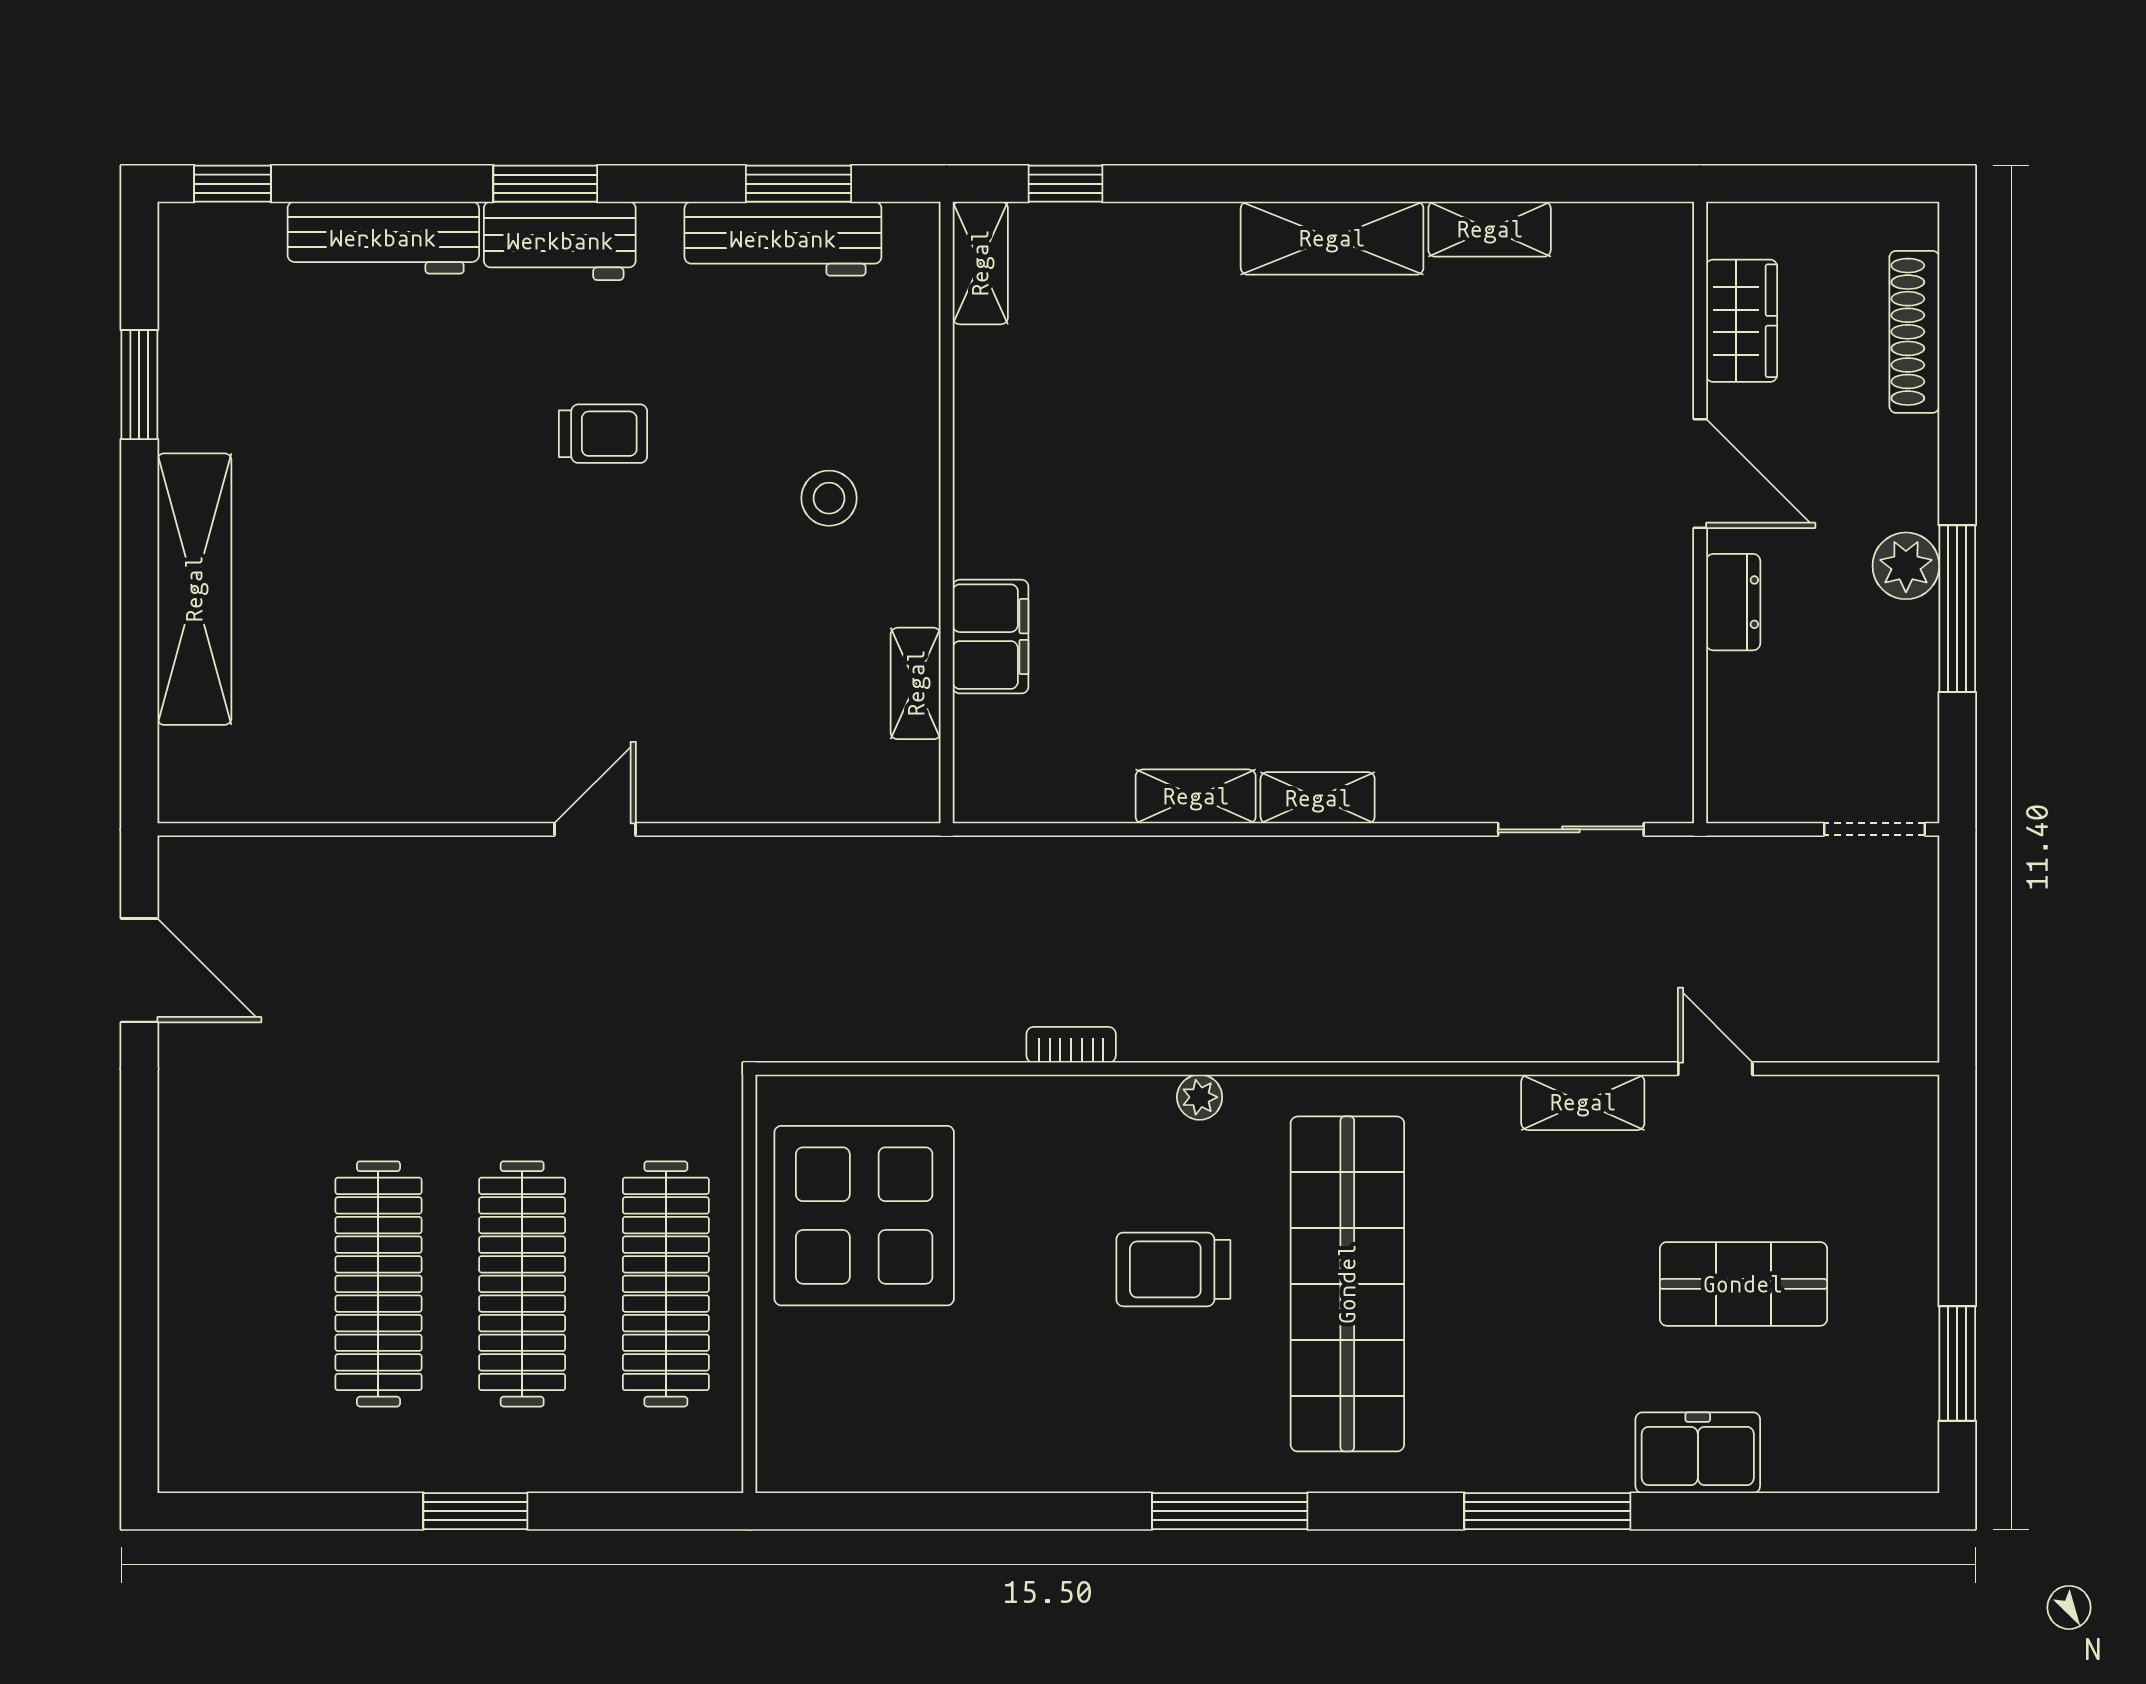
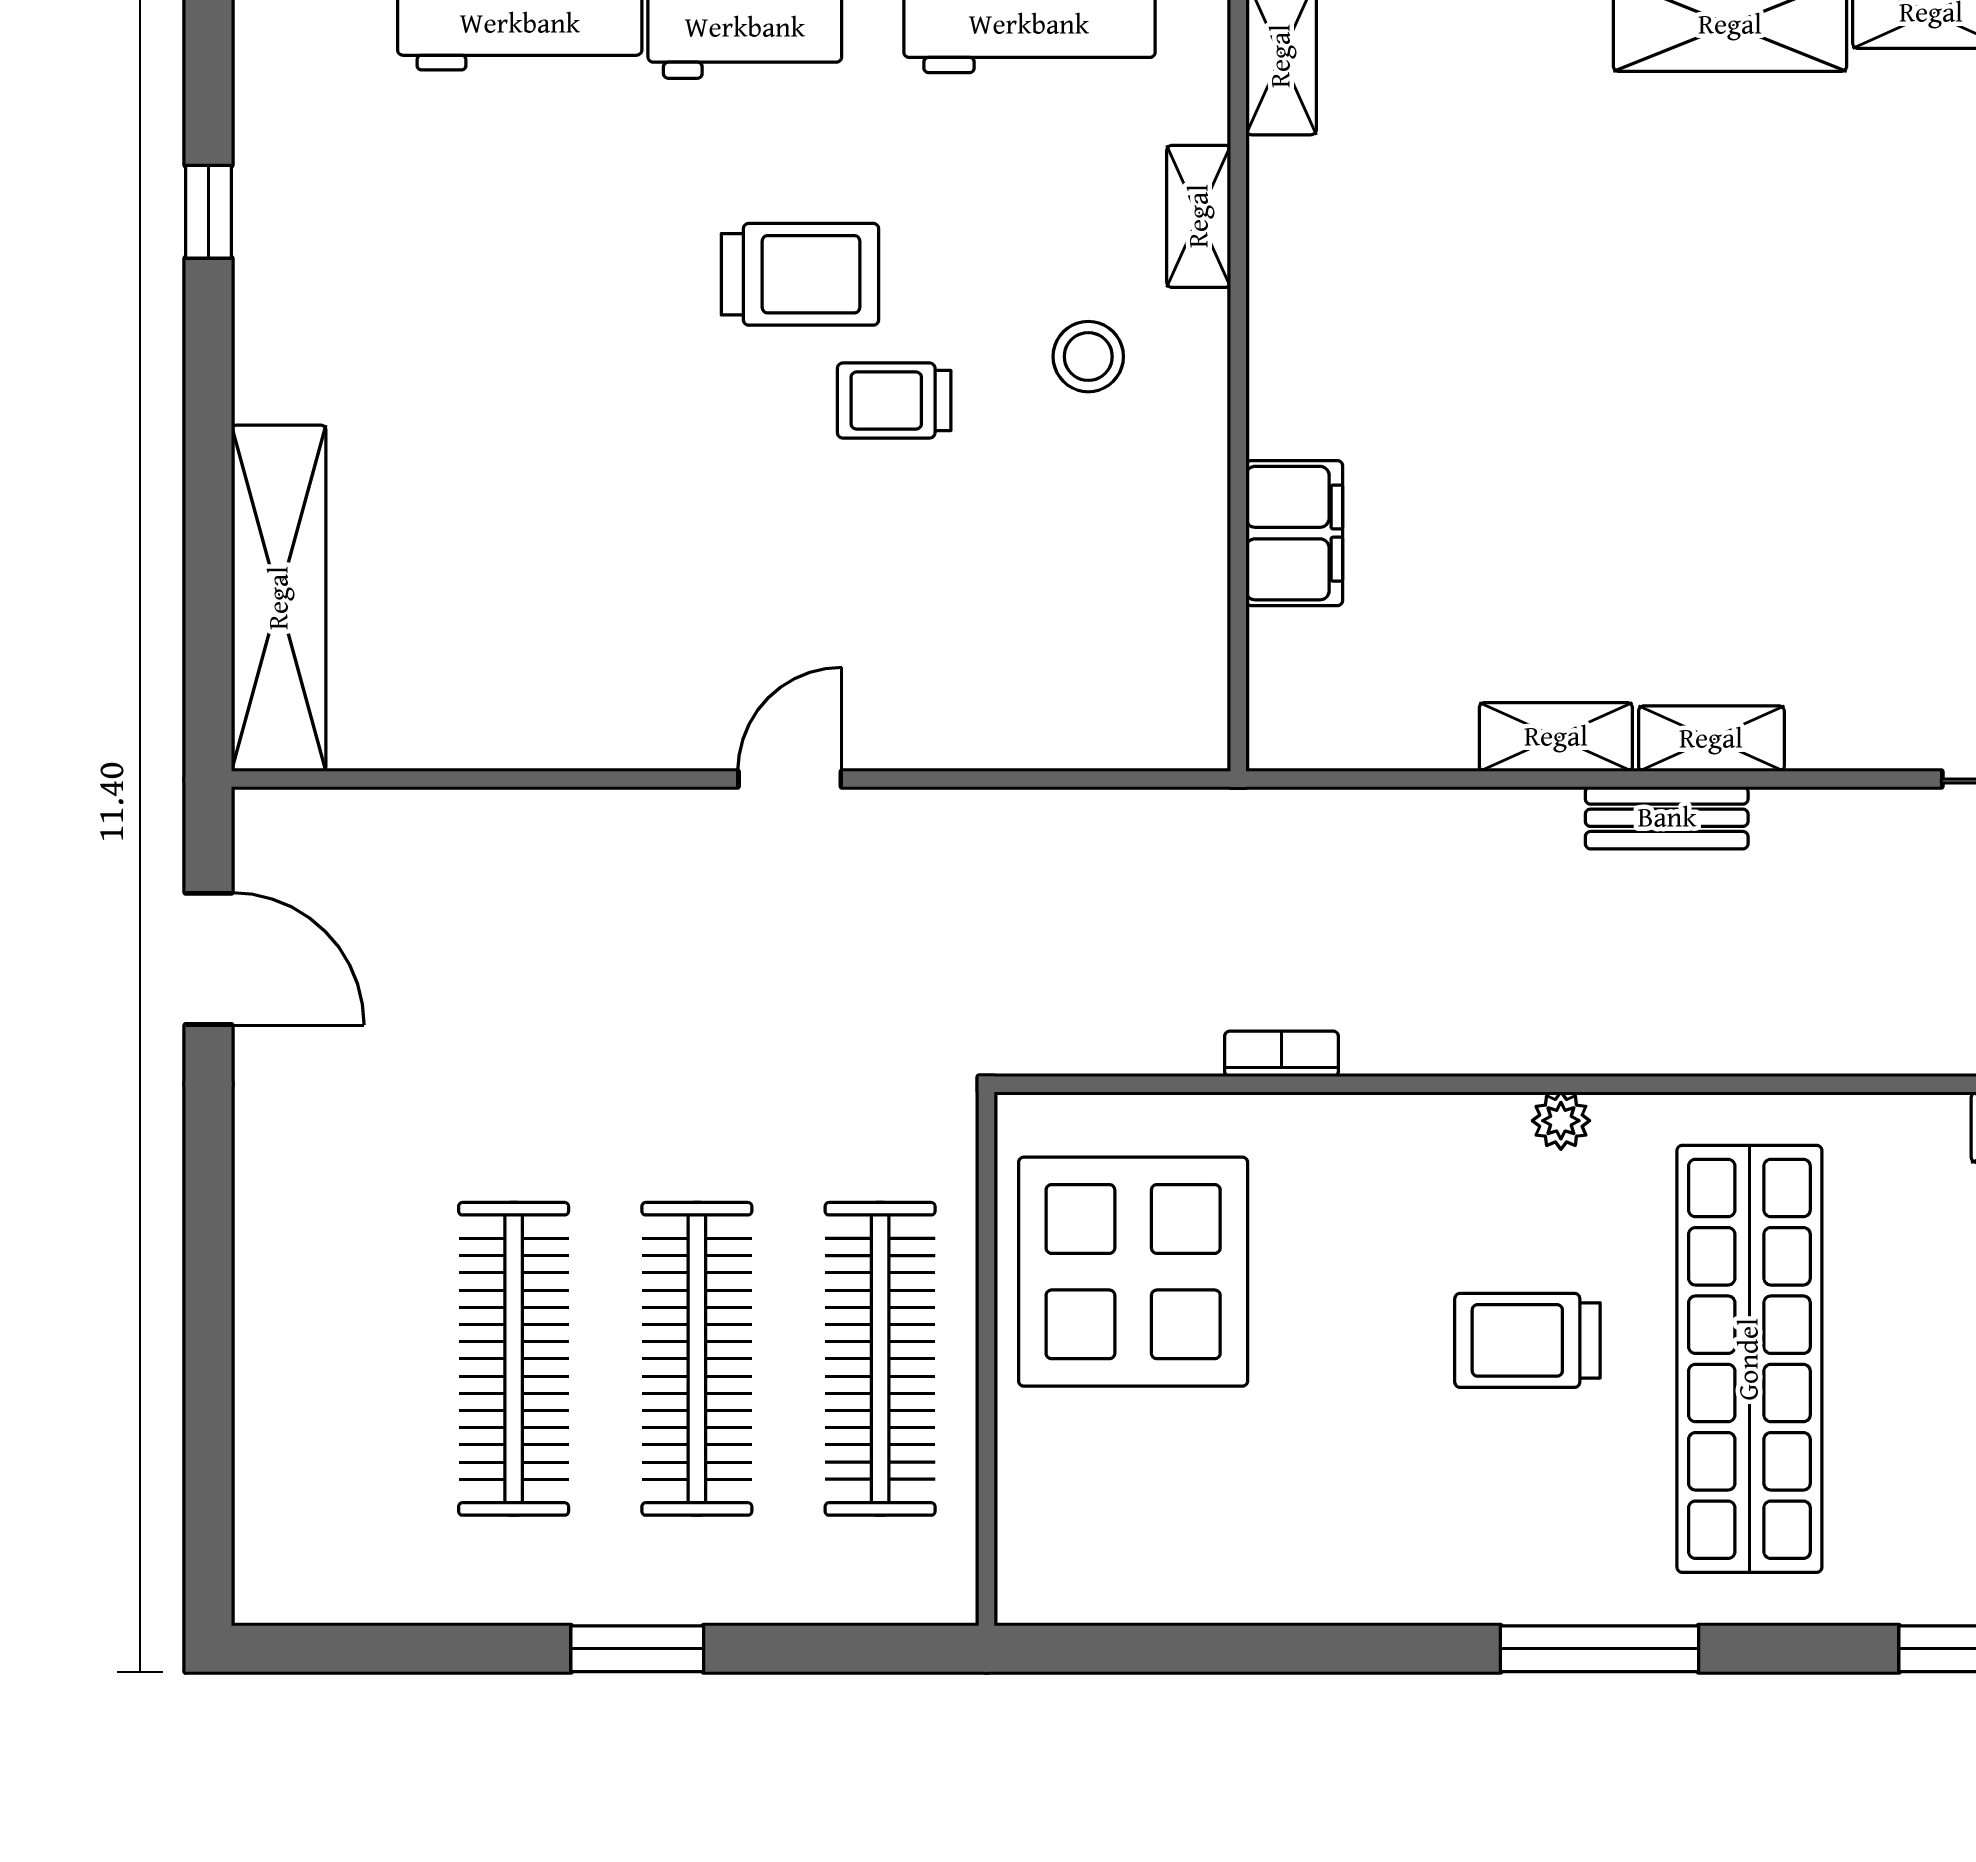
window: (139, 385) -> (209, 212), width x0.67
trolley: (603, 434) -> (800, 274), width x1.36, depth x1.39
trolley: (677, 533) -> (894, 401), added
shelving: (194, 589) -> (279, 598), moved
shelving: (916, 683) -> (1199, 216), moved
bench: (1282, 860) -> (1667, 818), added
bookcase: (1071, 1045) -> (1281, 1054), moved

